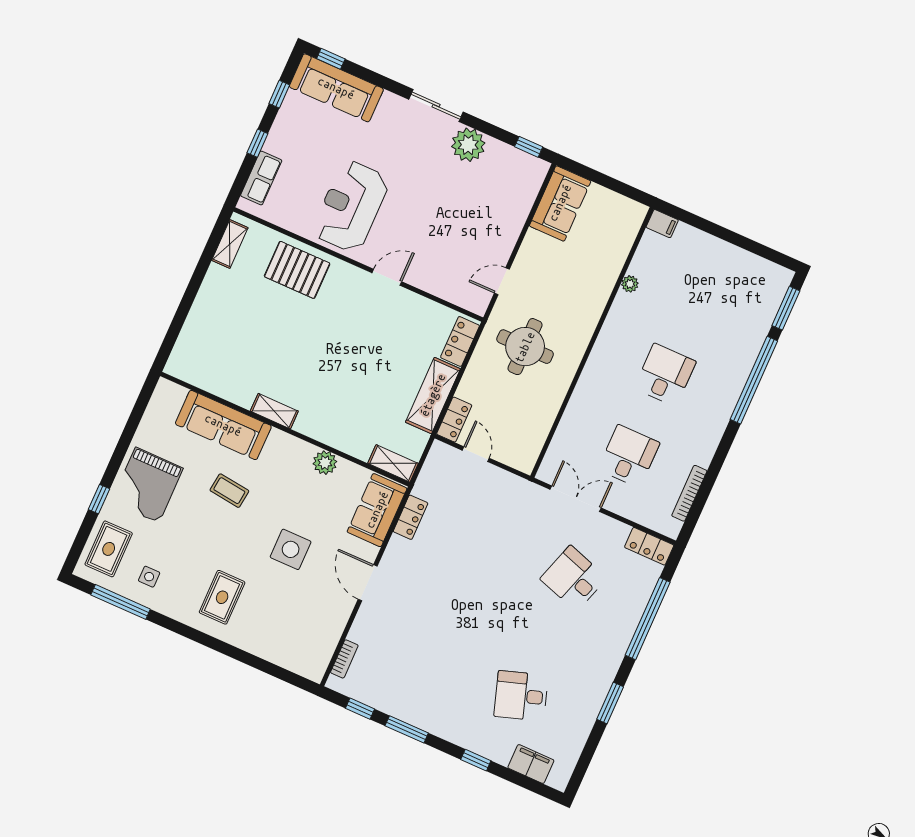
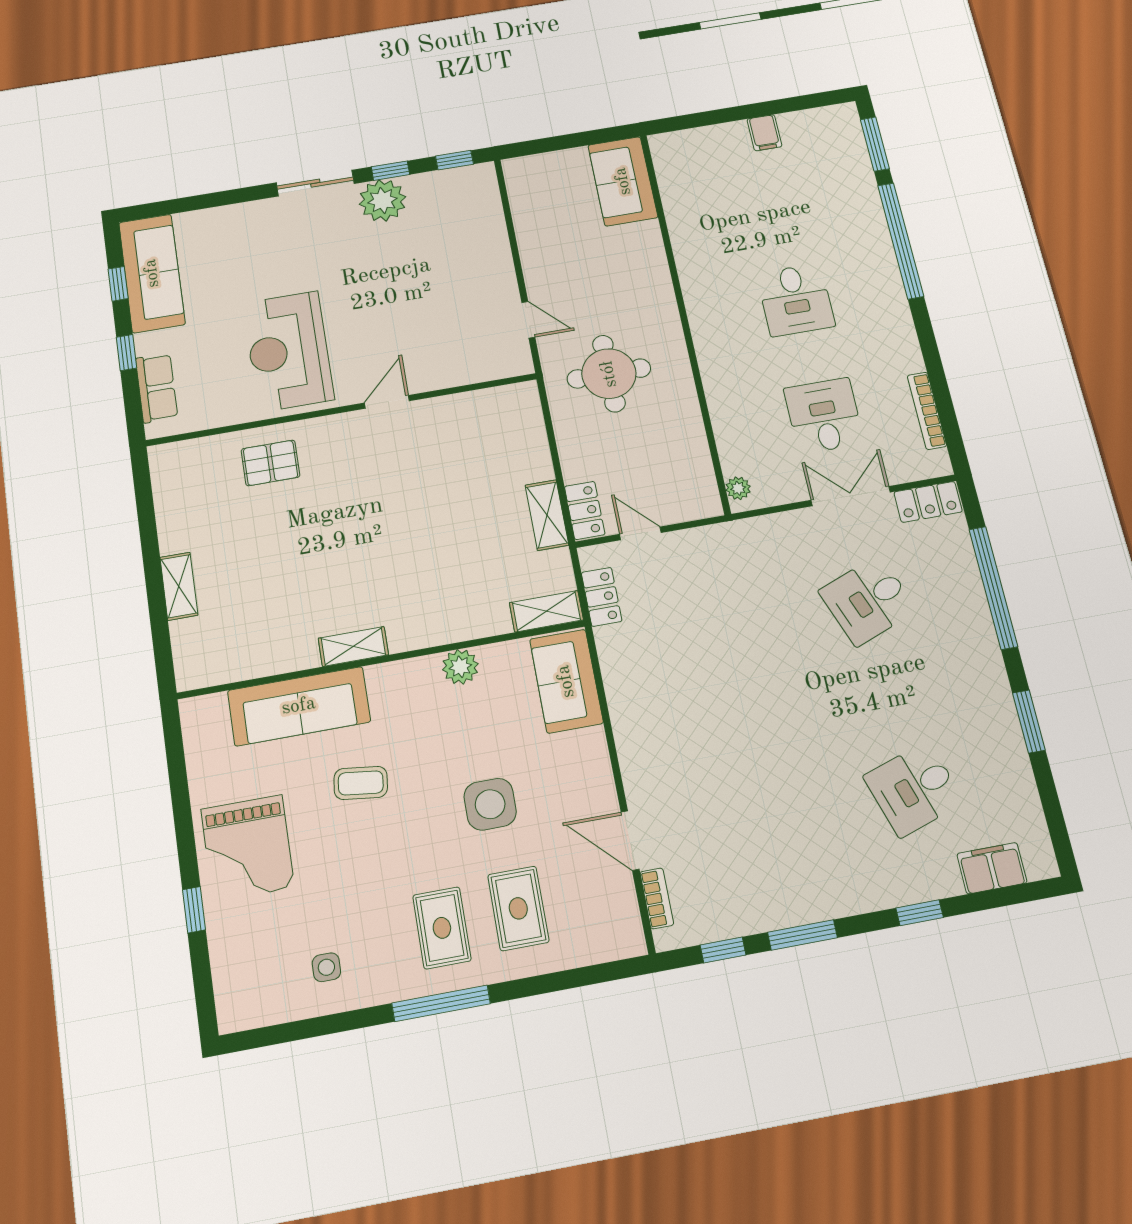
window: (331, 59) -> (390, 171), moved
sofa: (336, 88) -> (152, 273), moved, turned -90
sofa: (560, 203) -> (623, 181), moved, turned 180
filing cabinet: (662, 224) -> (765, 133), moved, turned 90
shelving: (230, 244) -> (179, 586), moved
pallet: (297, 270) -> (270, 463), width x0.67, depth x0.71
door: (502, 281) -> (528, 320), swing flipped
plant: (630, 284) -> (738, 488), moved
locker: (460, 341) -> (527, 417), removed
desk: (665, 375) -> (796, 300), turned 180
shelving: (433, 395) -> (547, 515), width x0.67, depth x0.75
double door: (576, 499) -> (851, 496), moved
locker: (411, 517) -> (602, 597), moved
rug: (109, 549) -> (518, 908), moved
desk: (573, 578) -> (868, 600), turned -39
door: (368, 583) -> (630, 841), moved
window: (121, 602) -> (441, 1003), moved

